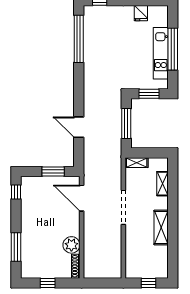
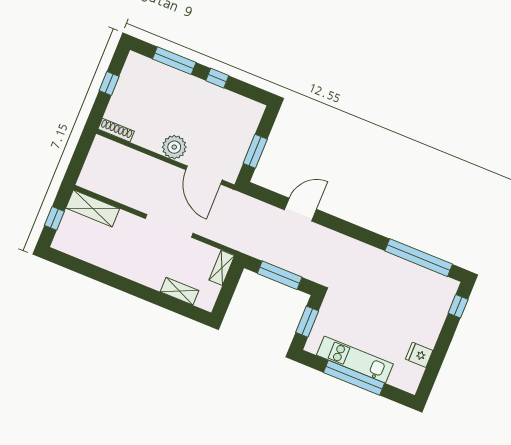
window: (16, 192) -> (217, 78), moved
door: (82, 198) -> (204, 175), swing flipped
shelving: (161, 227) -> (93, 208), moved
plant: (71, 245) -> (174, 147), moved

